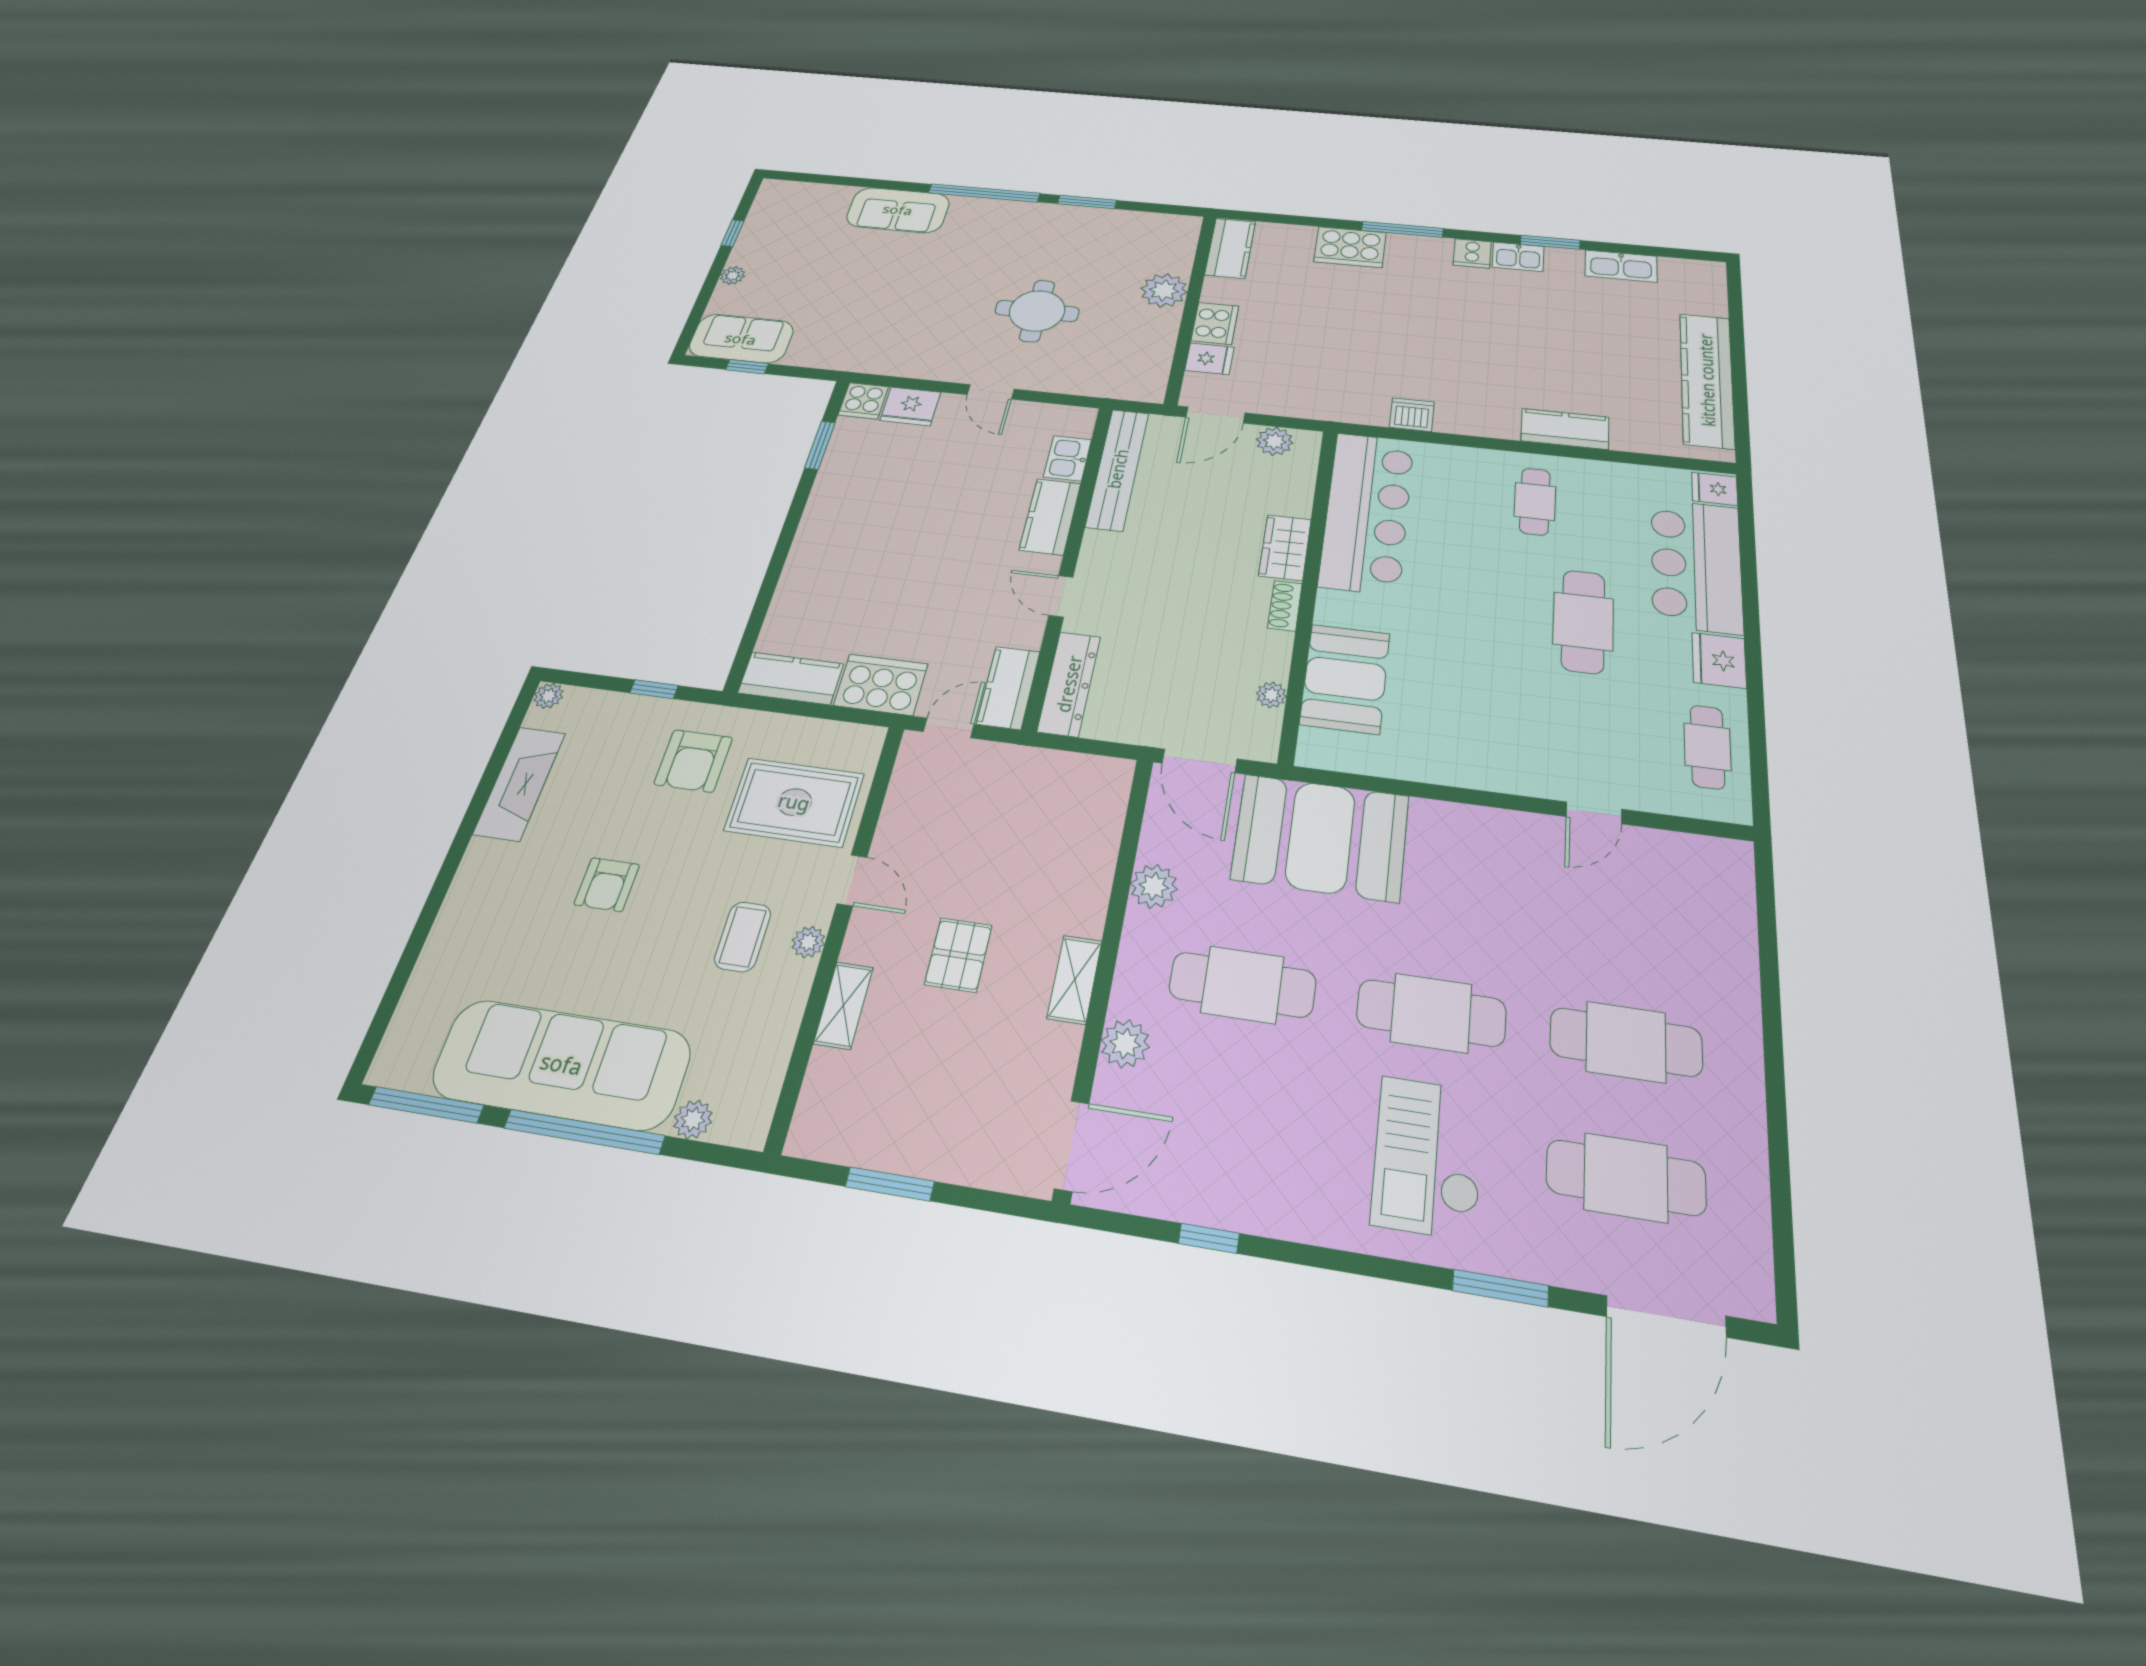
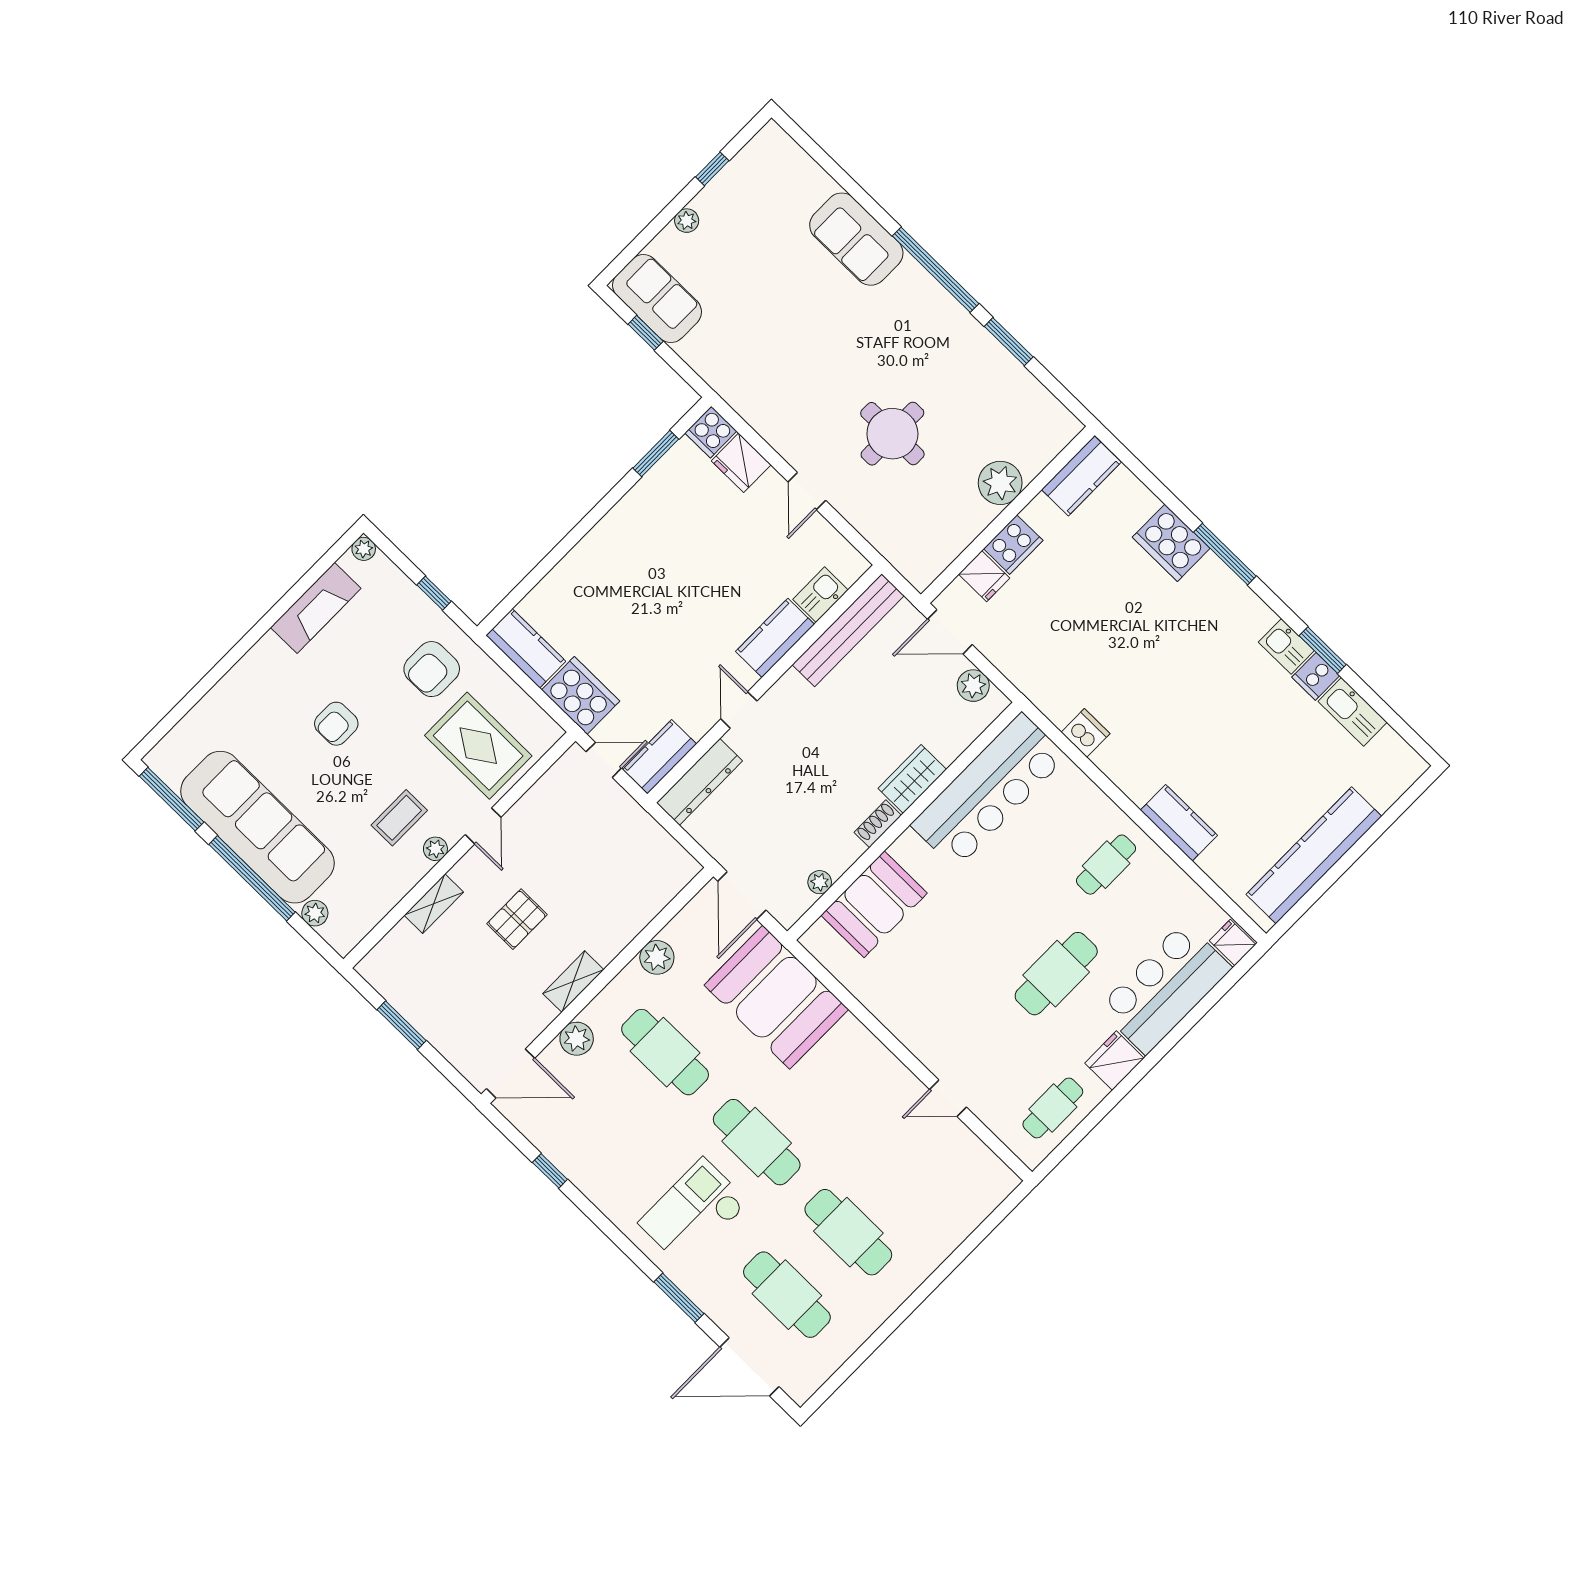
cooker: (1472, 253) -> (1316, 676), moved

